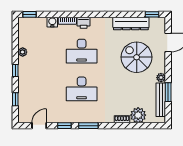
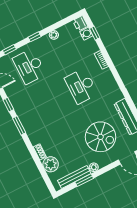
window: (30, 14) -> (95, 33), moved
water cooler: (52, 22) -> (86, 34), moved
printer: (84, 23) -> (80, 23), moved
spiral stairs: (137, 57) -> (100, 137), turned 90
desk: (82, 89) -> (29, 66), moved

